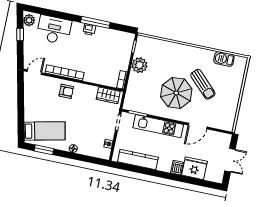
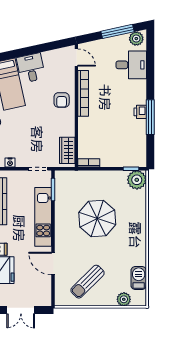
desk: (54, 30) -> (131, 65), width x0.73
window: (20, 34) -> (117, 31), width x2.17
plant: (139, 65) -> (137, 180), moved
plant: (239, 75) -> (124, 299), added
sun lounger: (203, 84) -> (88, 282), moved
parasol: (176, 93) -> (97, 218), moved
desk: (35, 111) -> (31, 68), added

